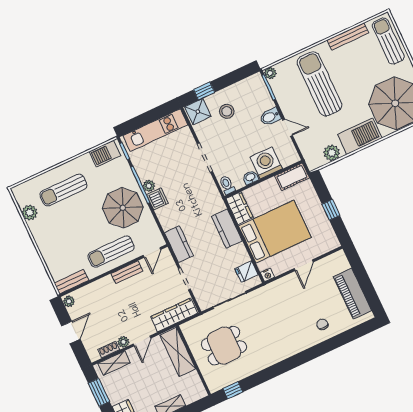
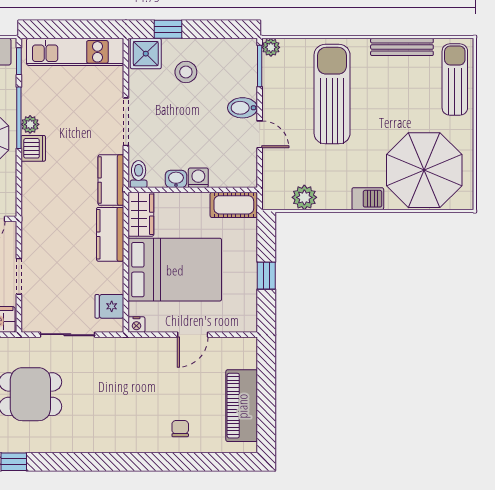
barbecue: (360, 136) -> (368, 199), width x0.53, depth x0.65
washing machine: (266, 163) -> (198, 178), width x0.53, depth x0.53
kitchen counter: (179, 244) -> (111, 180), moved, turned 180

